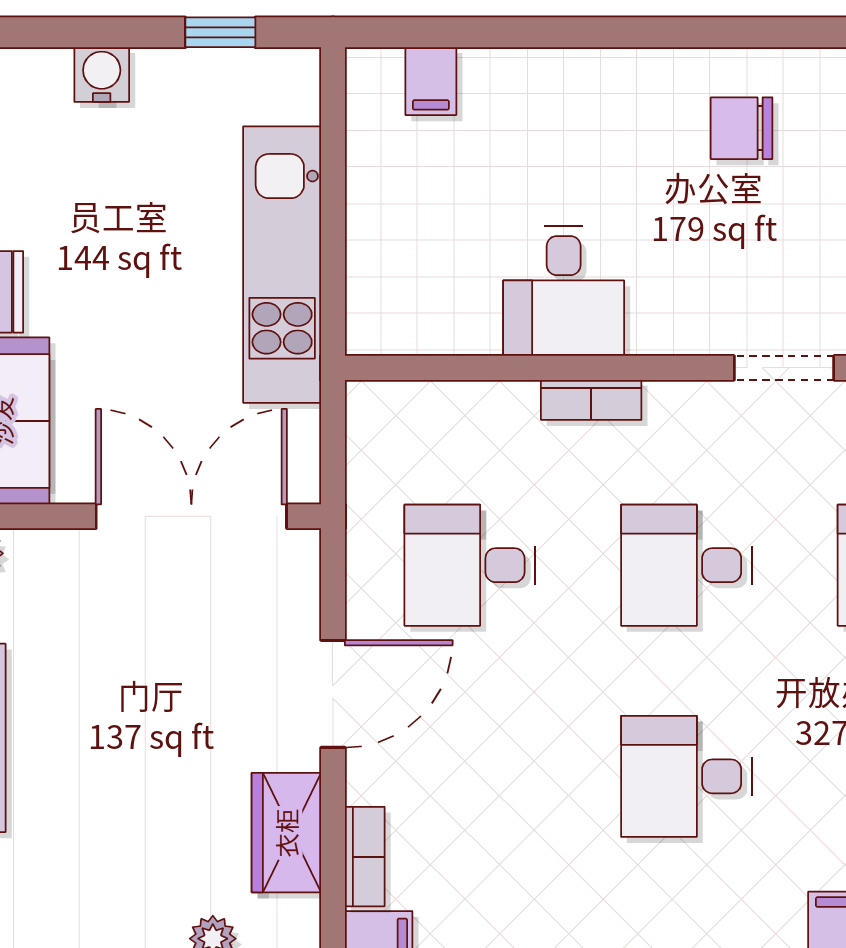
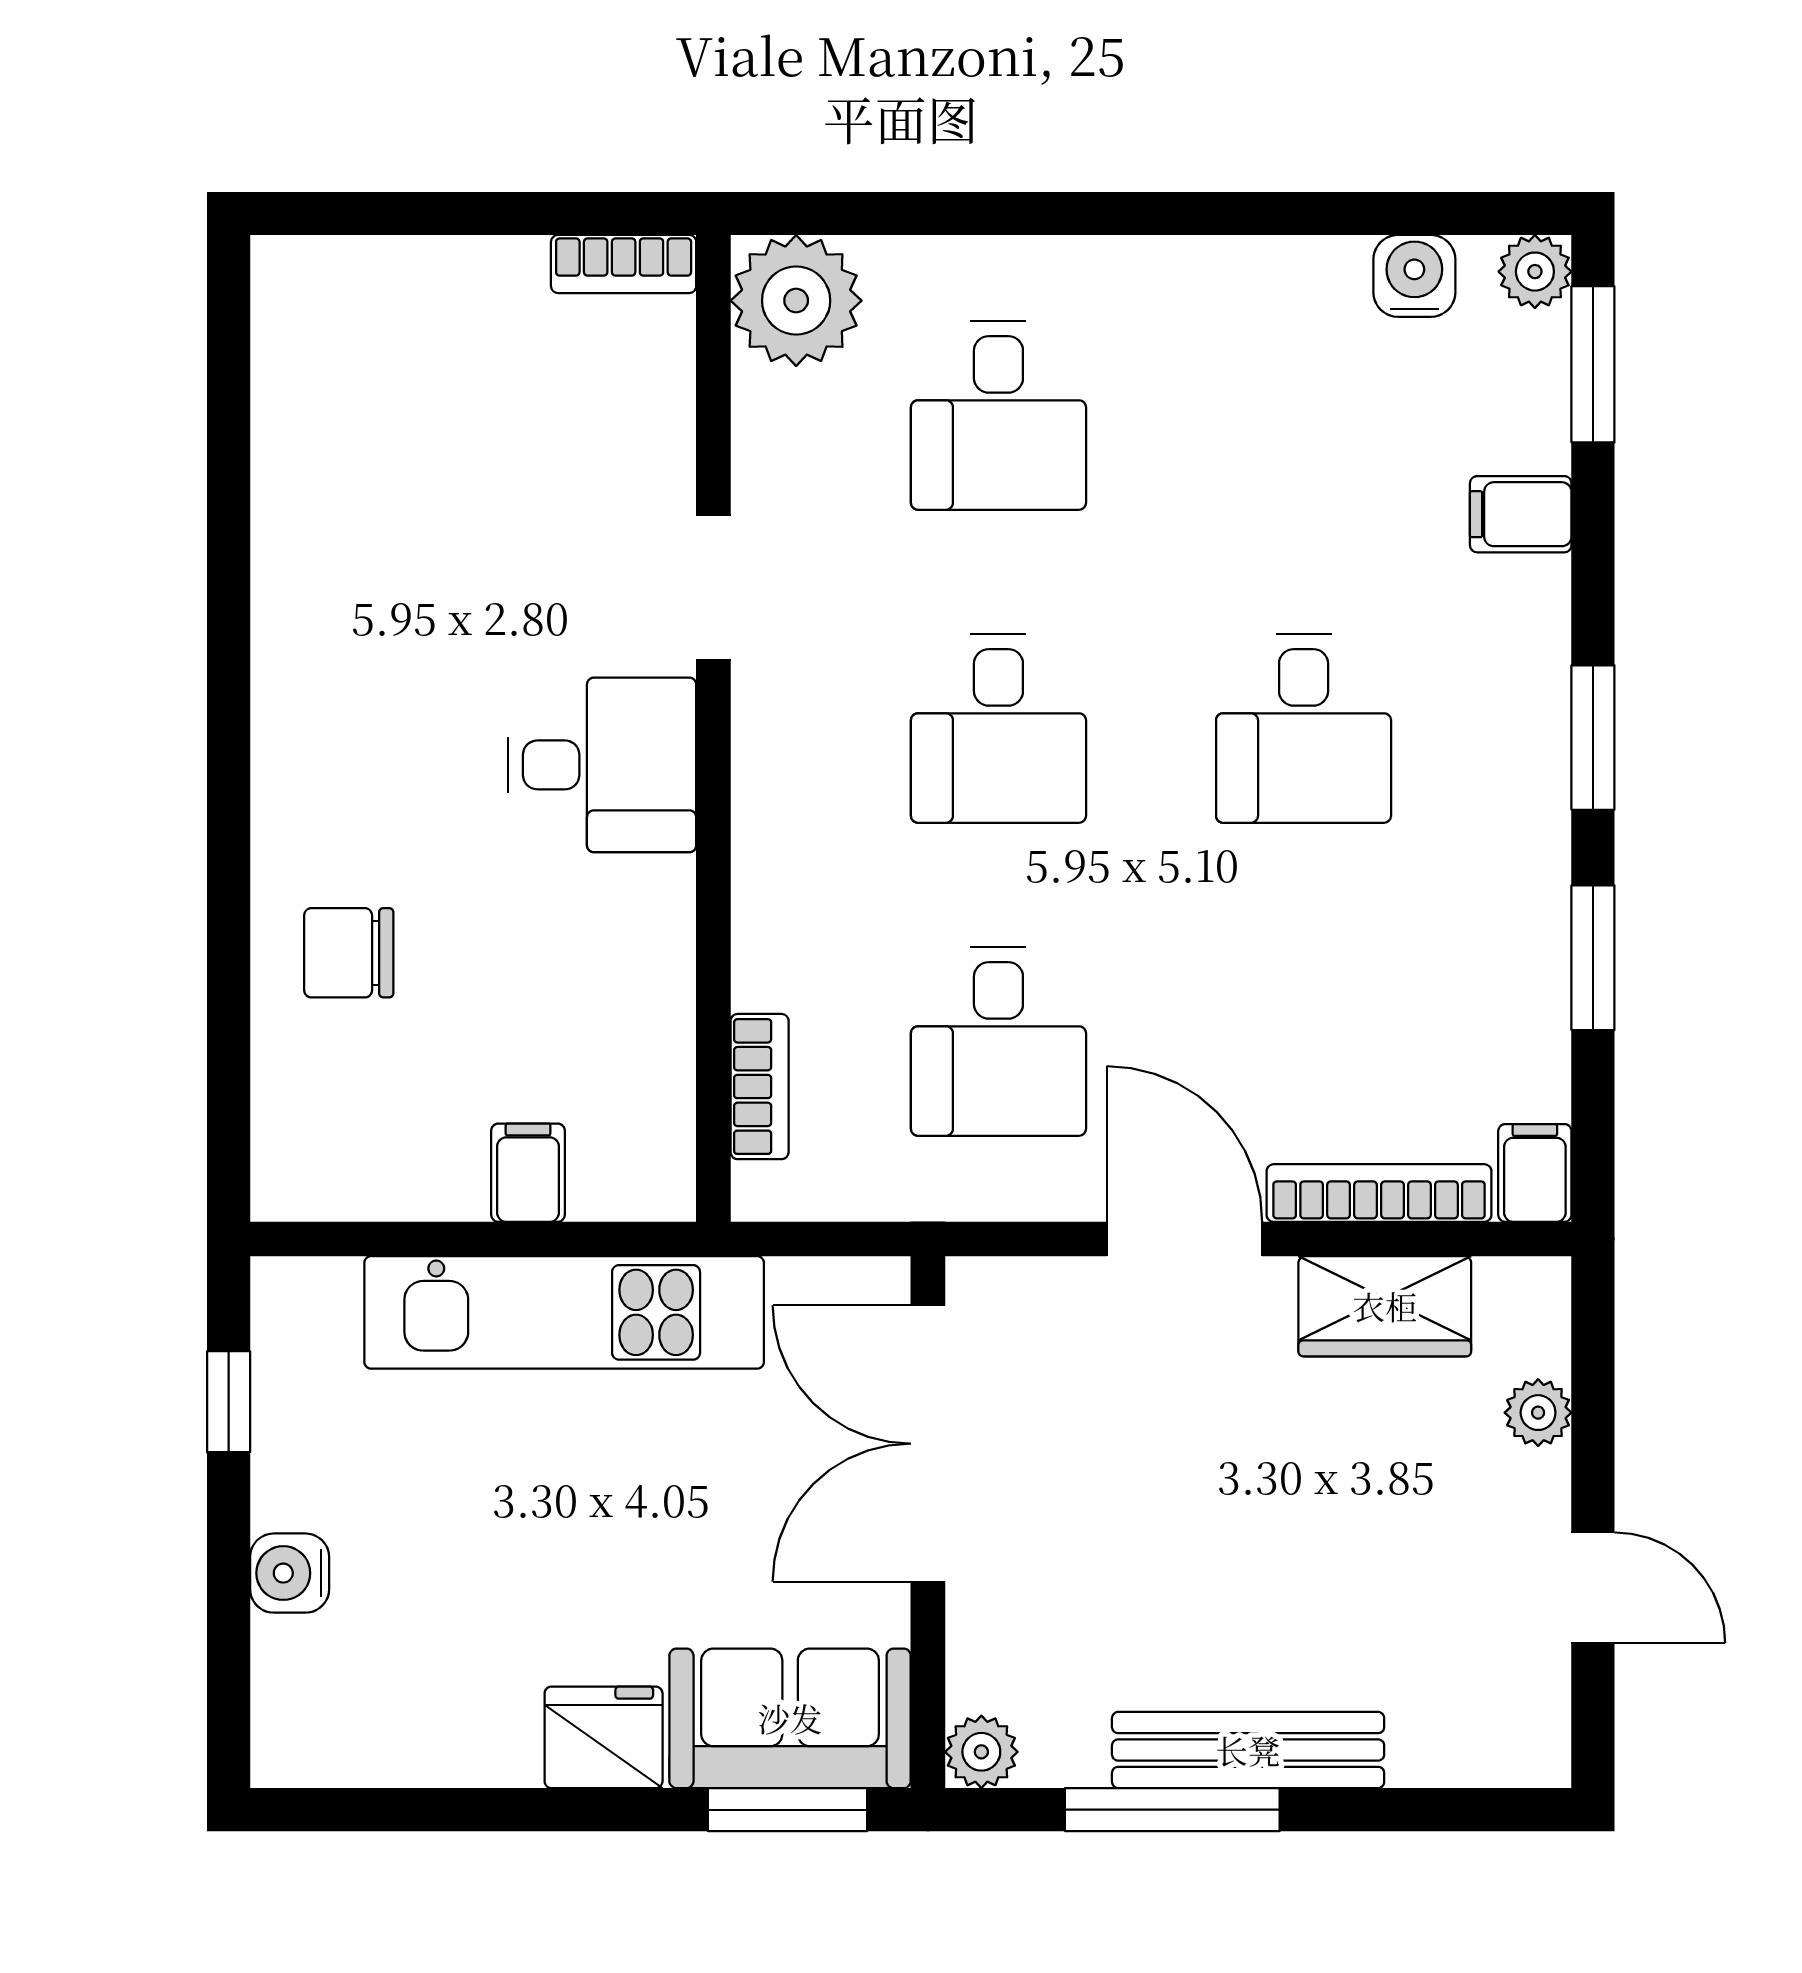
filing cabinet: (431, 81) -> (528, 1173), moved, turned -90
chair: (742, 128) -> (349, 953), moved, turned 90
desk: (564, 291) -> (602, 765), moved
bookcase: (591, 400) -> (760, 1087), moved
bookcase: (365, 857) -> (1379, 1193), width x1.56

